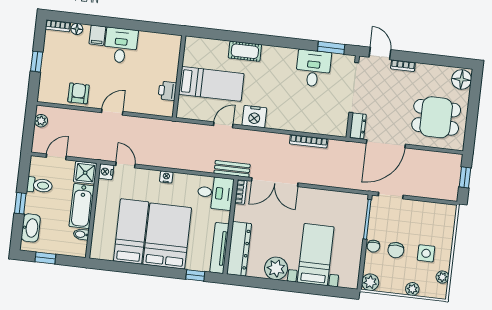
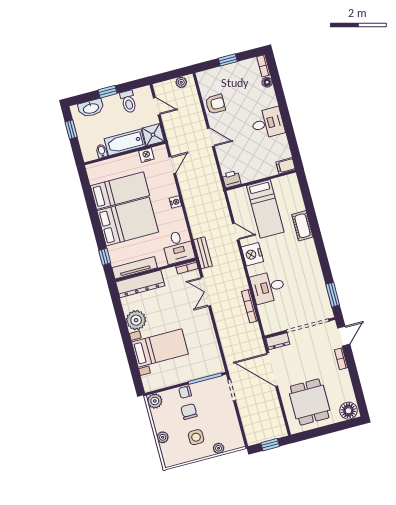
filing cabinet: (97, 35) -> (286, 166), moved
desk: (313, 68) -> (268, 287), moved, turned 180
printer: (167, 91) -> (232, 179), moved
nightstand: (106, 172) -> (146, 155), moved
double door: (275, 182) -> (206, 292), width x0.73
chair: (396, 250) -> (189, 412), turned 90
plant: (442, 277) -> (219, 448), moved

